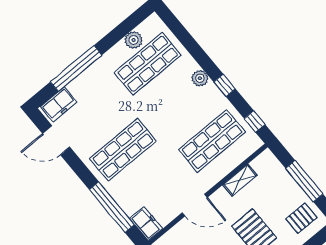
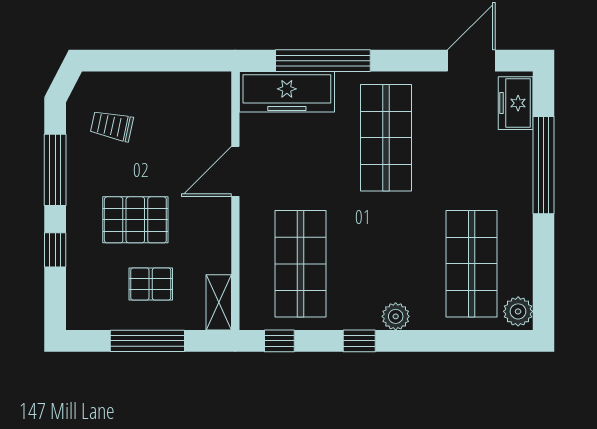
plant: (134, 40) -> (518, 311), moved
shelving: (240, 180) -> (219, 302), moved
pallet: (301, 218) -> (151, 284), moved, turned 90
freezer: (146, 224) -> (287, 92), width x1.91, depth x1.26

